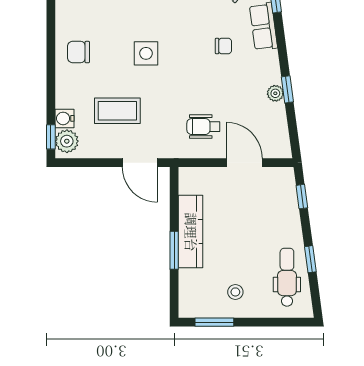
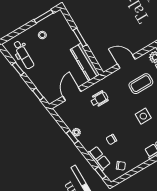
door: (140, 163) -> (126, 62), moved
door: (244, 163) -> (72, 94), swing flipped
kitchen counter: (191, 232) -> (85, 62), moved

